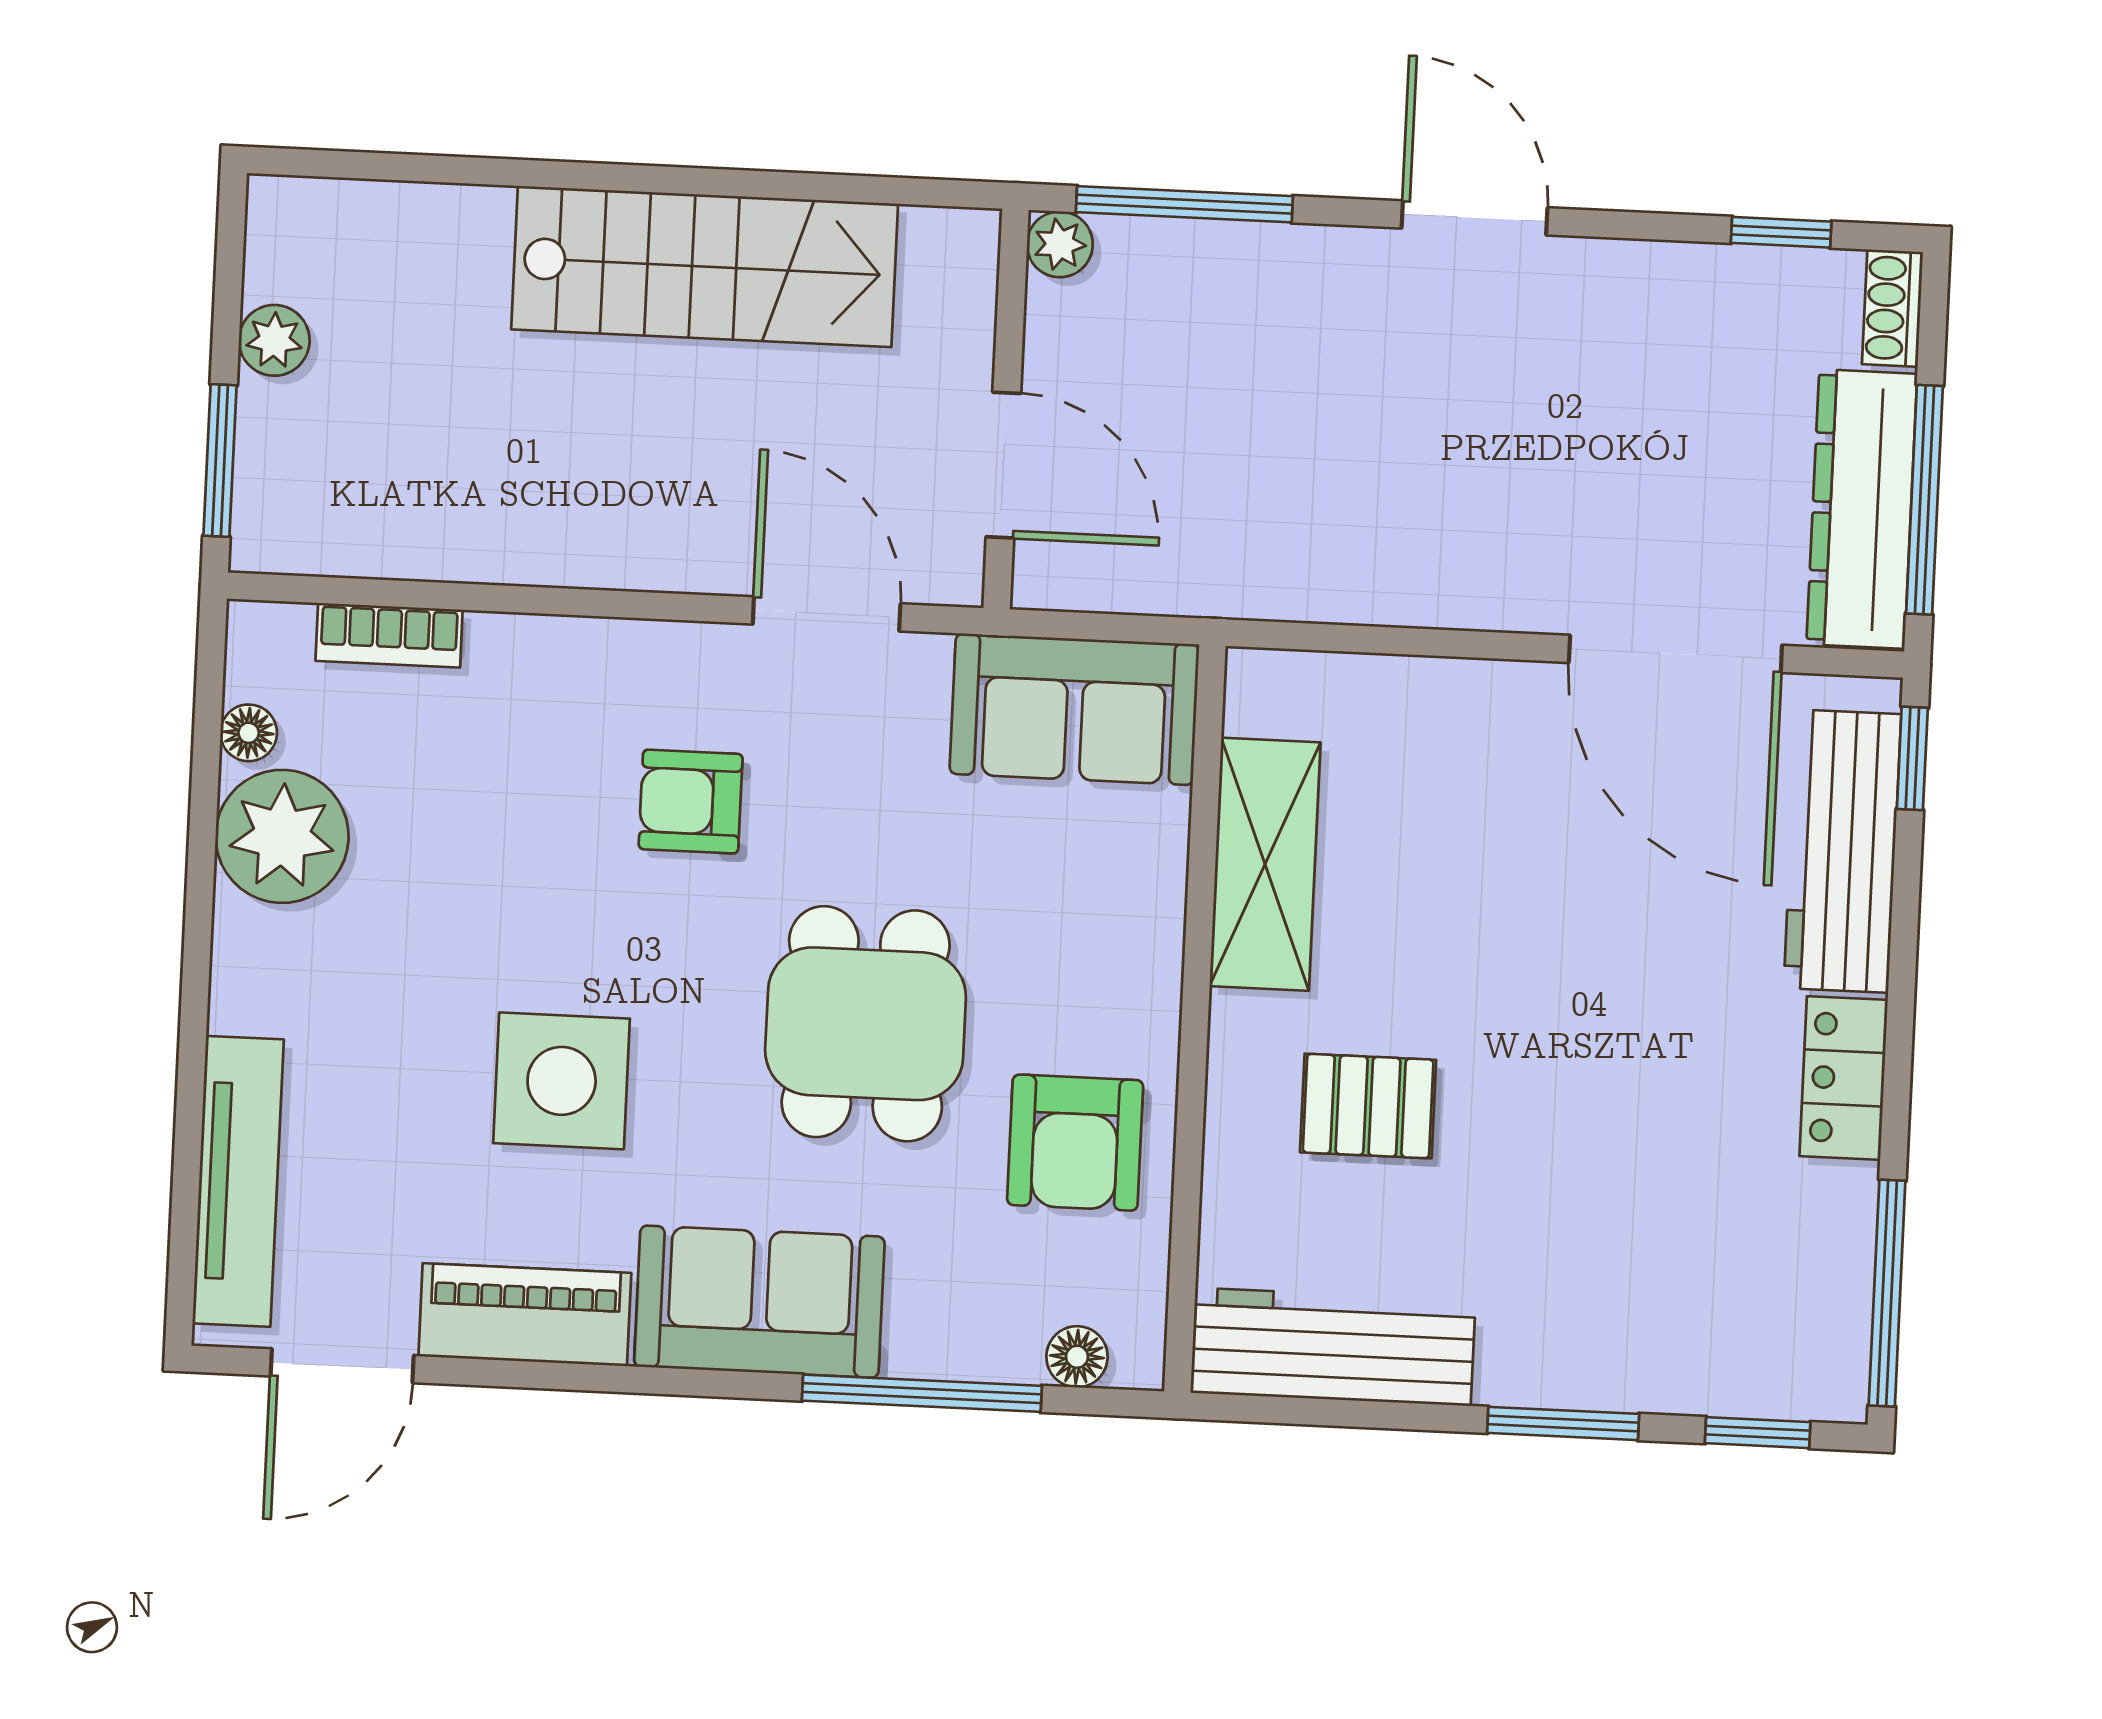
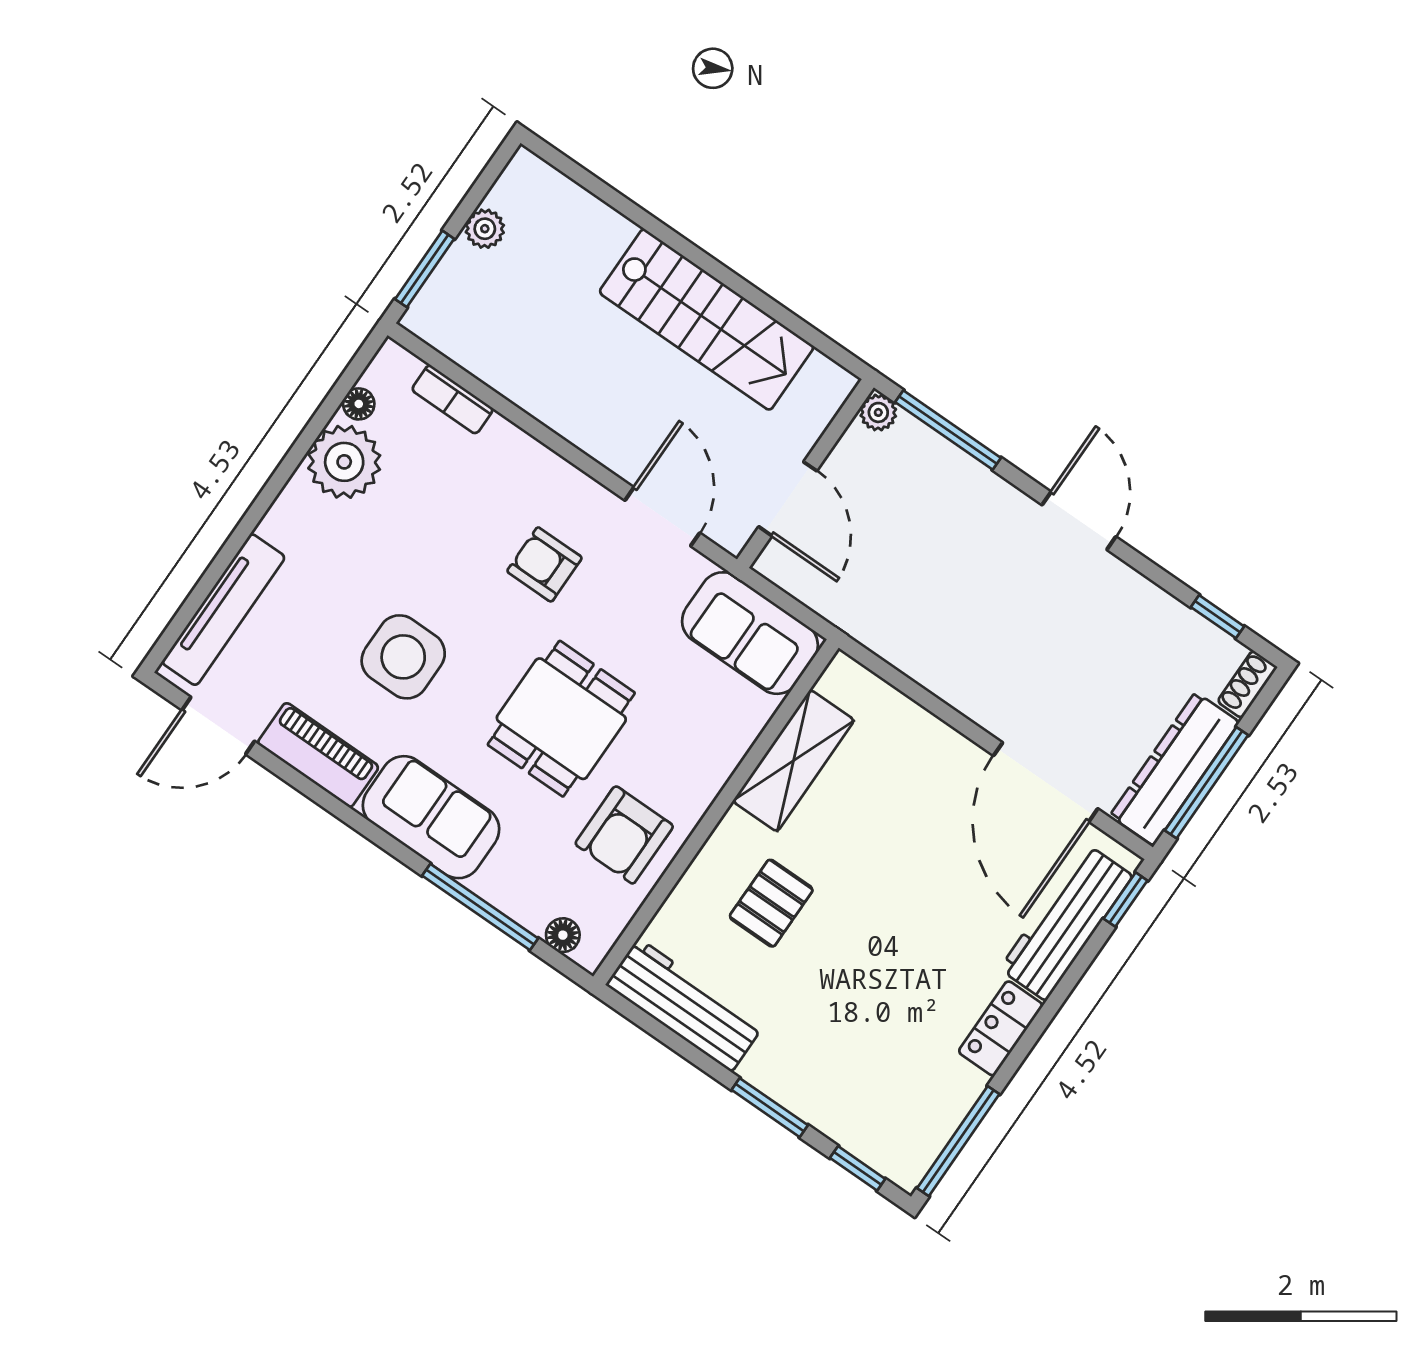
pallet: (1368, 1106) -> (771, 903), turned 90

